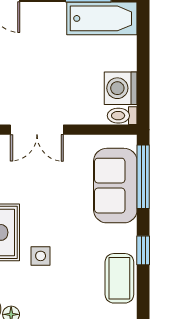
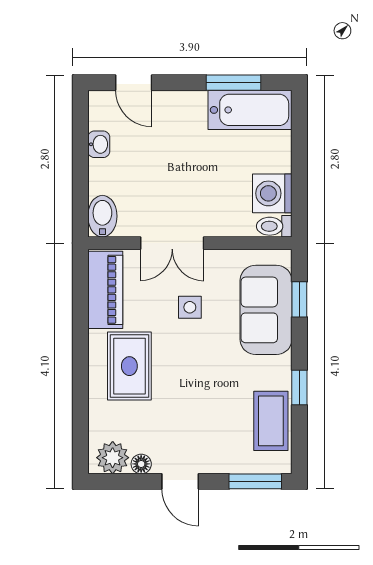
window: (143, 177) -> (299, 299), width x0.46
side table: (41, 256) -> (190, 307), moved

